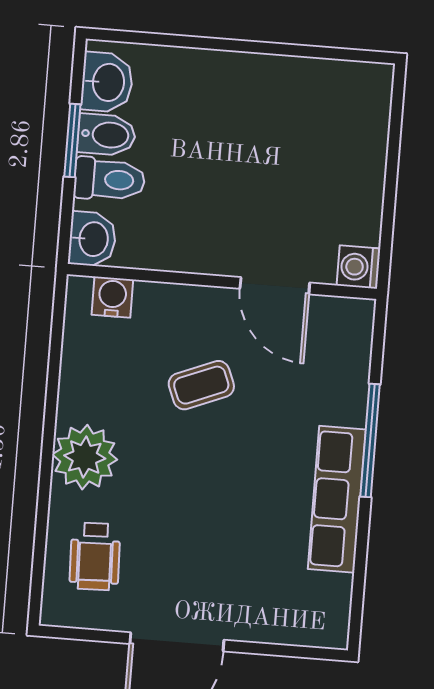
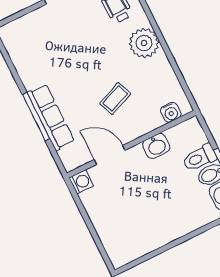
washbasin: (92, 239) -> (156, 146), moved, turned -90
row of seats: (337, 499) -> (51, 117), moved

